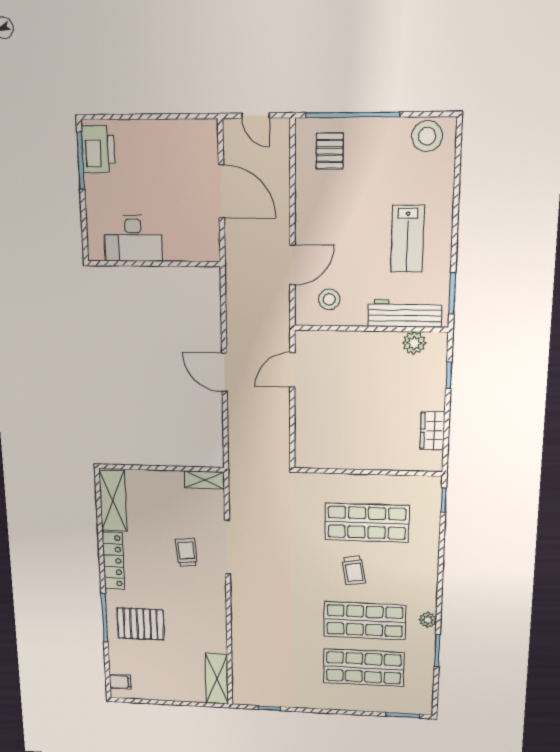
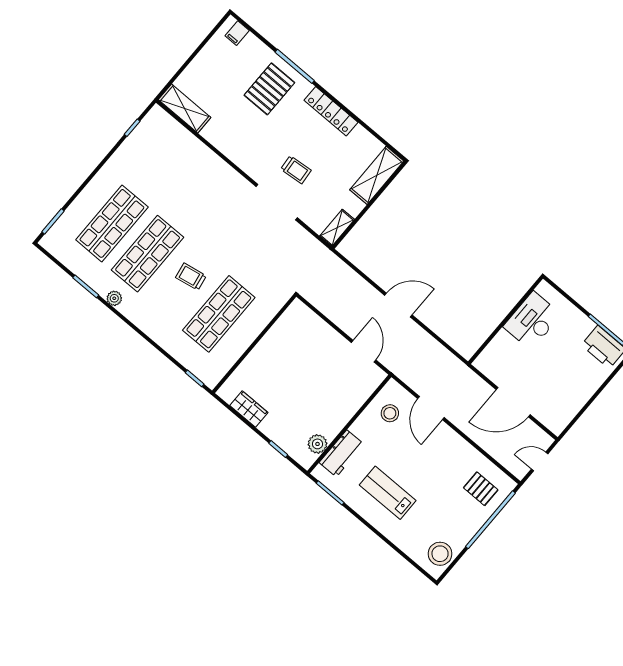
workbench: (405, 314) -> (342, 453), width x0.73
shelving: (113, 501) -> (377, 175), moved, turned 90

